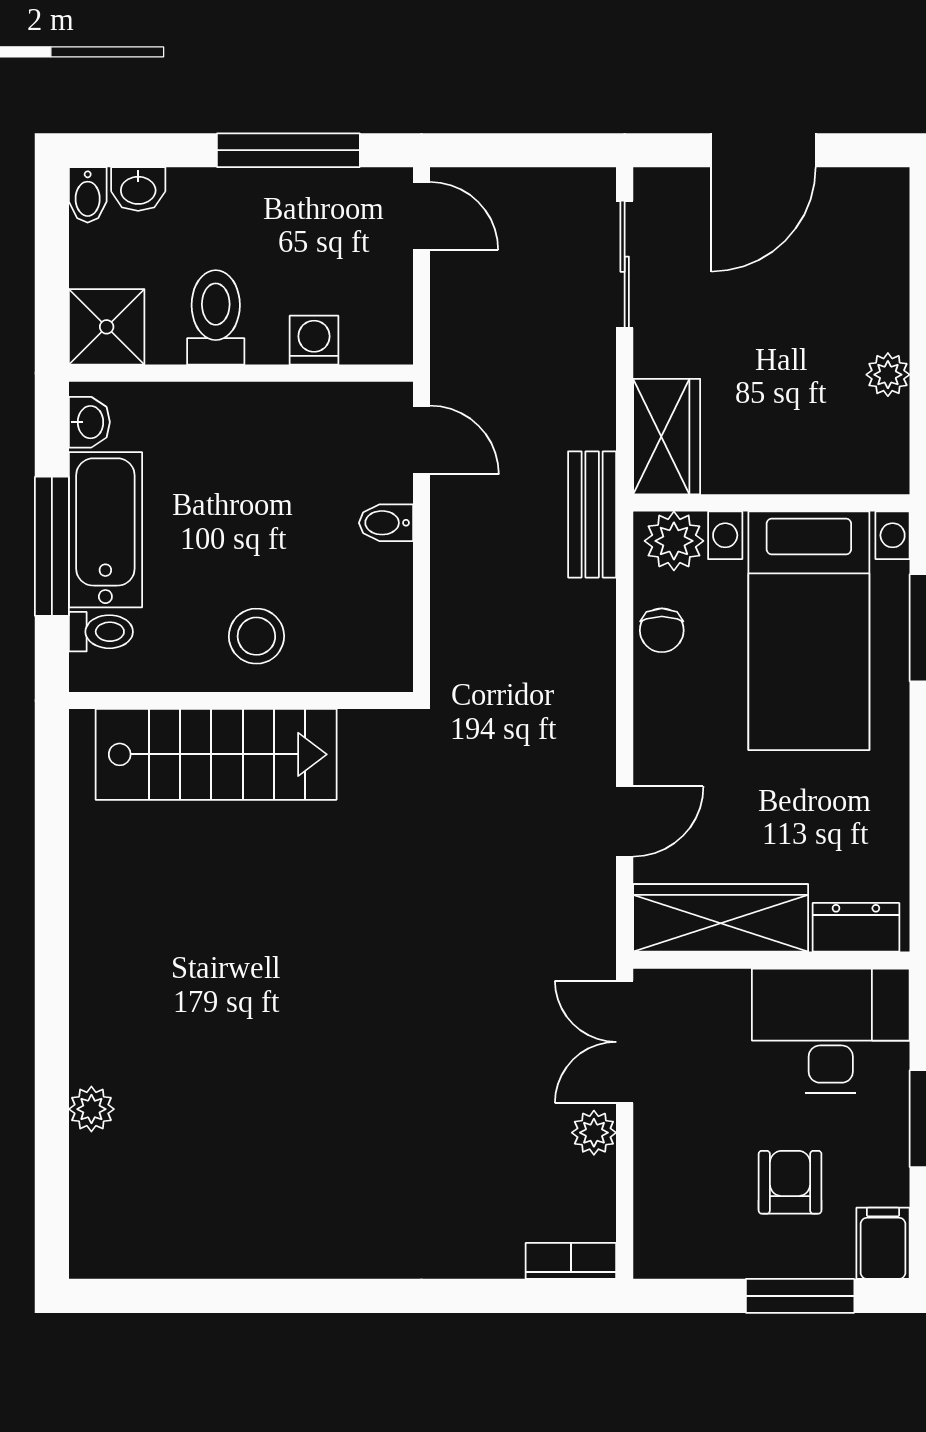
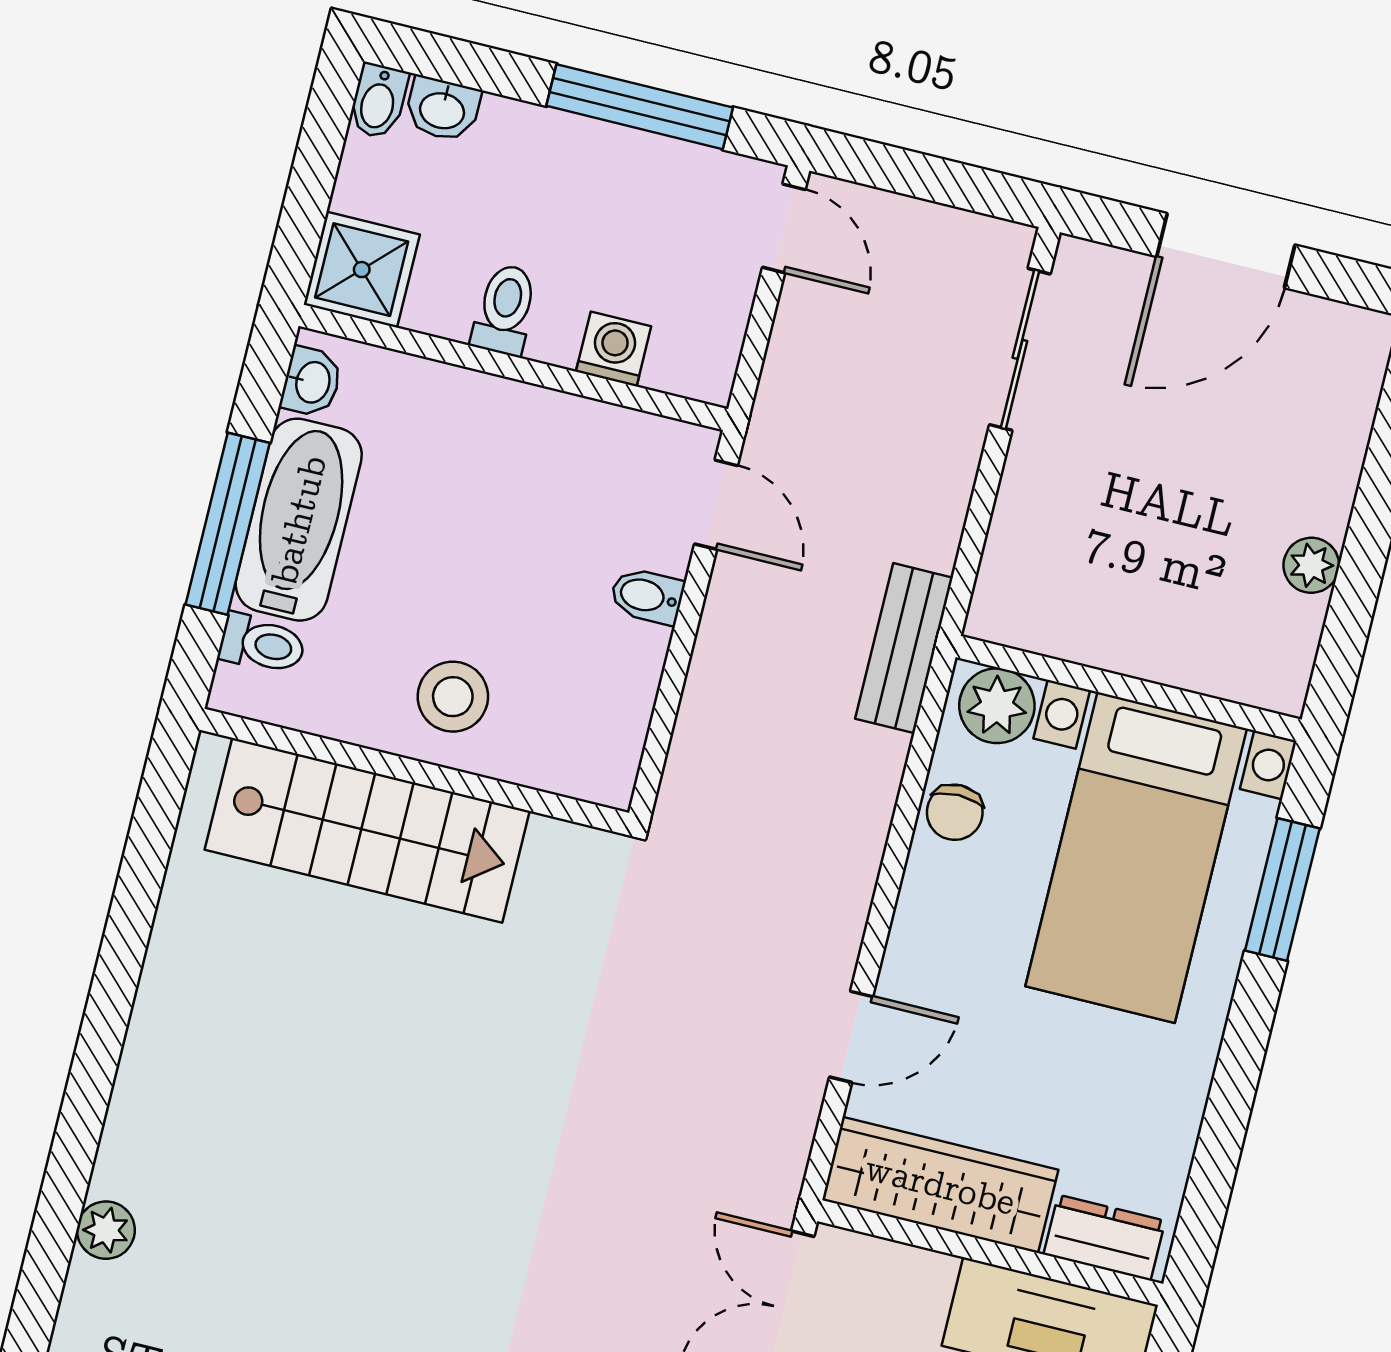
toilet: (216, 317) -> (505, 310), width x0.73, depth x0.72
wardrobe: (667, 437) -> (1019, 575), removed

